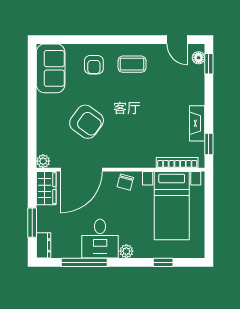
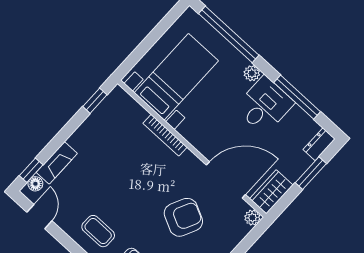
armchair: (87, 122) -> (183, 217), turned 80
fireplace: (197, 123) -> (57, 163), moved
bookcase: (177, 163) -> (165, 135), moved
chair: (125, 182) -> (198, 134), removed
window: (163, 262) -> (229, 34), width x3.17

